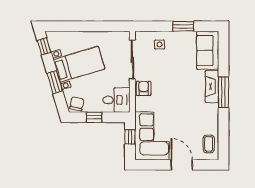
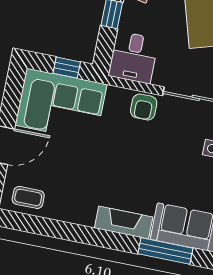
armchair: (144, 88) -> (144, 107), turned 90
window: (223, 92) -> (165, 251), moved

